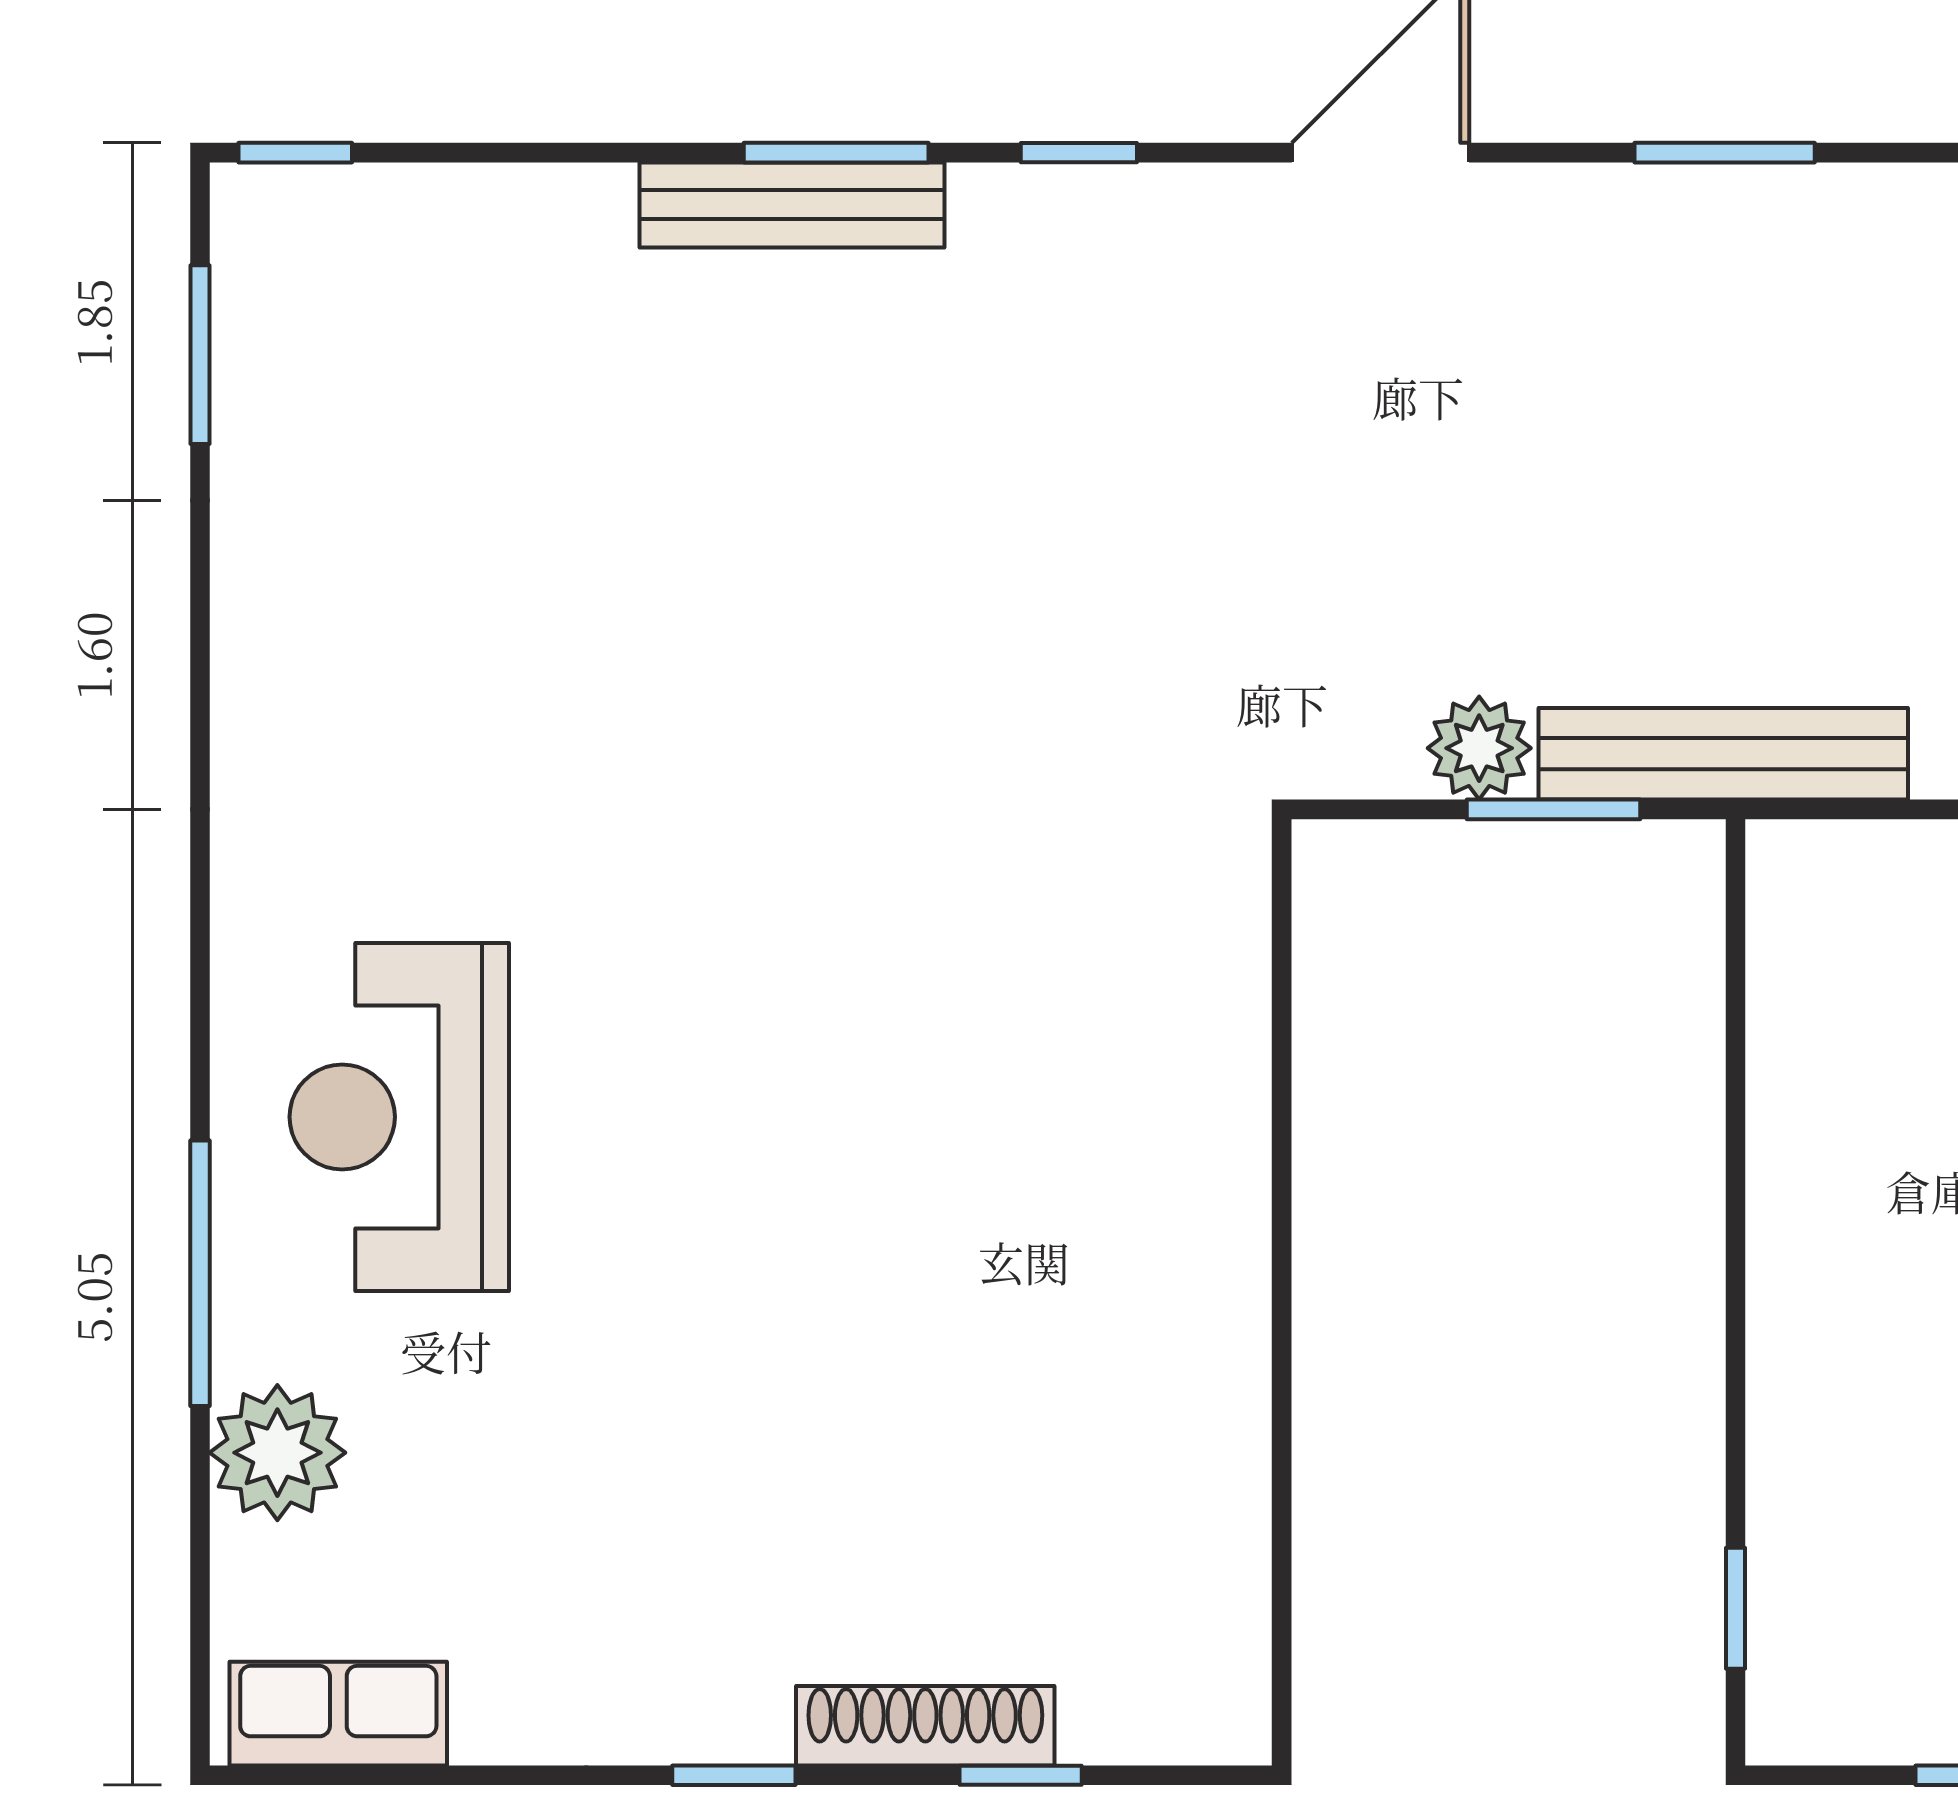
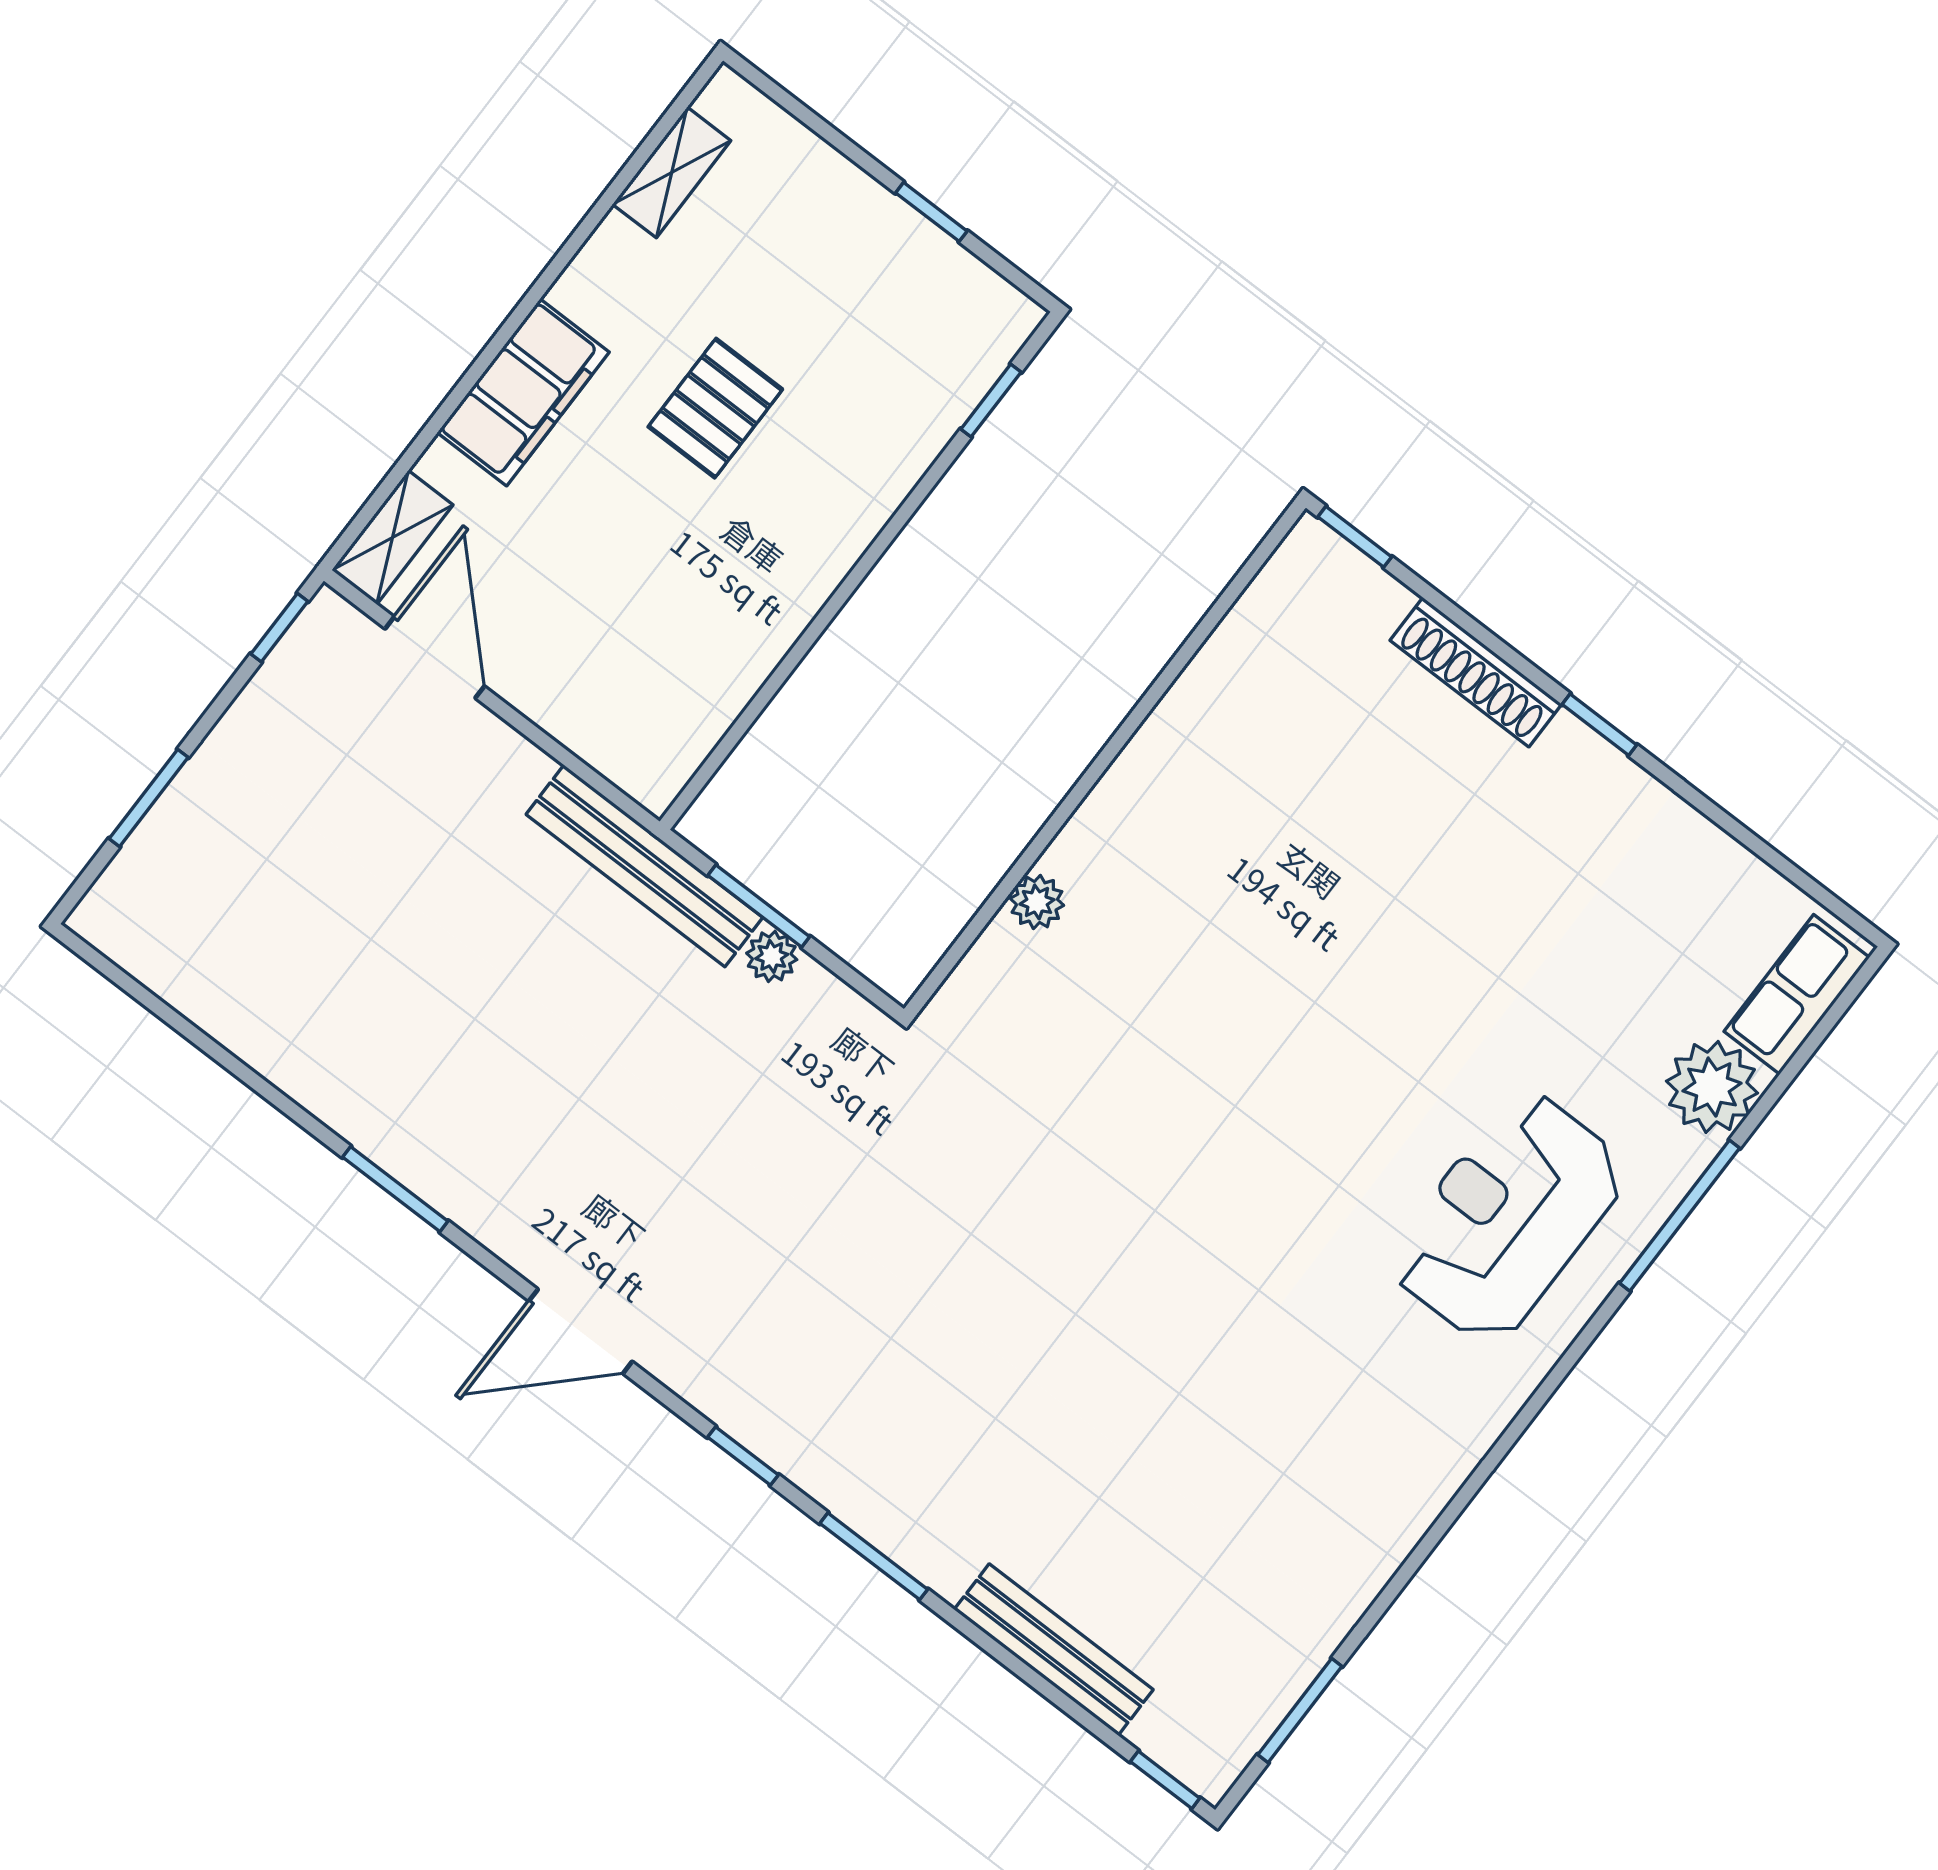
bench: (792, 205) -> (1054, 1650), moved
plant: (1479, 748) -> (772, 956), width x0.73, depth x0.73
plant: (1232, 1064) -> (1037, 902), added
reception desk: (399, 1117) -> (1508, 1217), turned 180
row of seats: (338, 1714) -> (1797, 994), moved, turned 90
window: (1021, 1775) -> (1355, 537), moved

